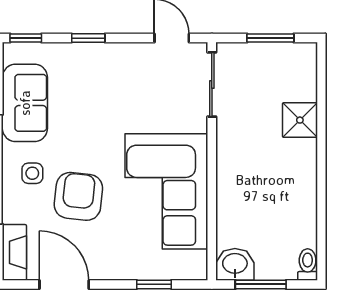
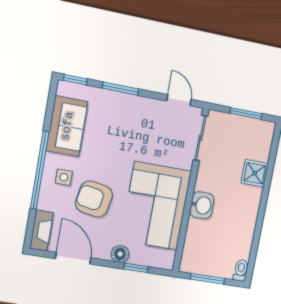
window: (88, 38) -> (120, 89), width x1.50
armchair: (78, 196) -> (94, 199), turned -86
washbasin: (235, 264) -> (202, 205), moved, turned 90
floor lamp: (128, 268) -> (120, 254), added

